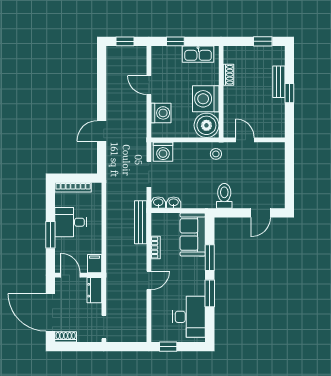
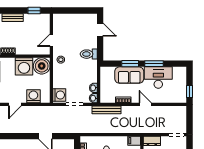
window: (289, 93) -> (34, 11), moved
sofa: (193, 234) -> (129, 75), moved
desk: (189, 317) -> (158, 78), moved

